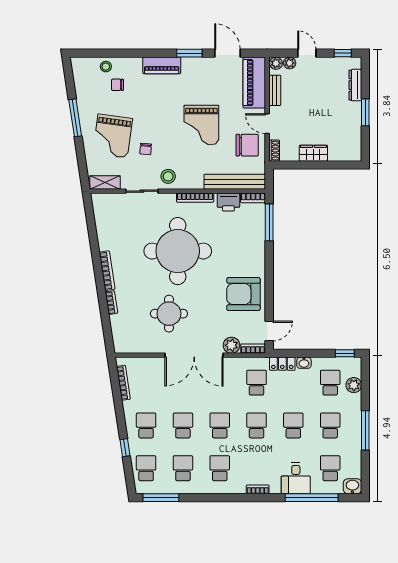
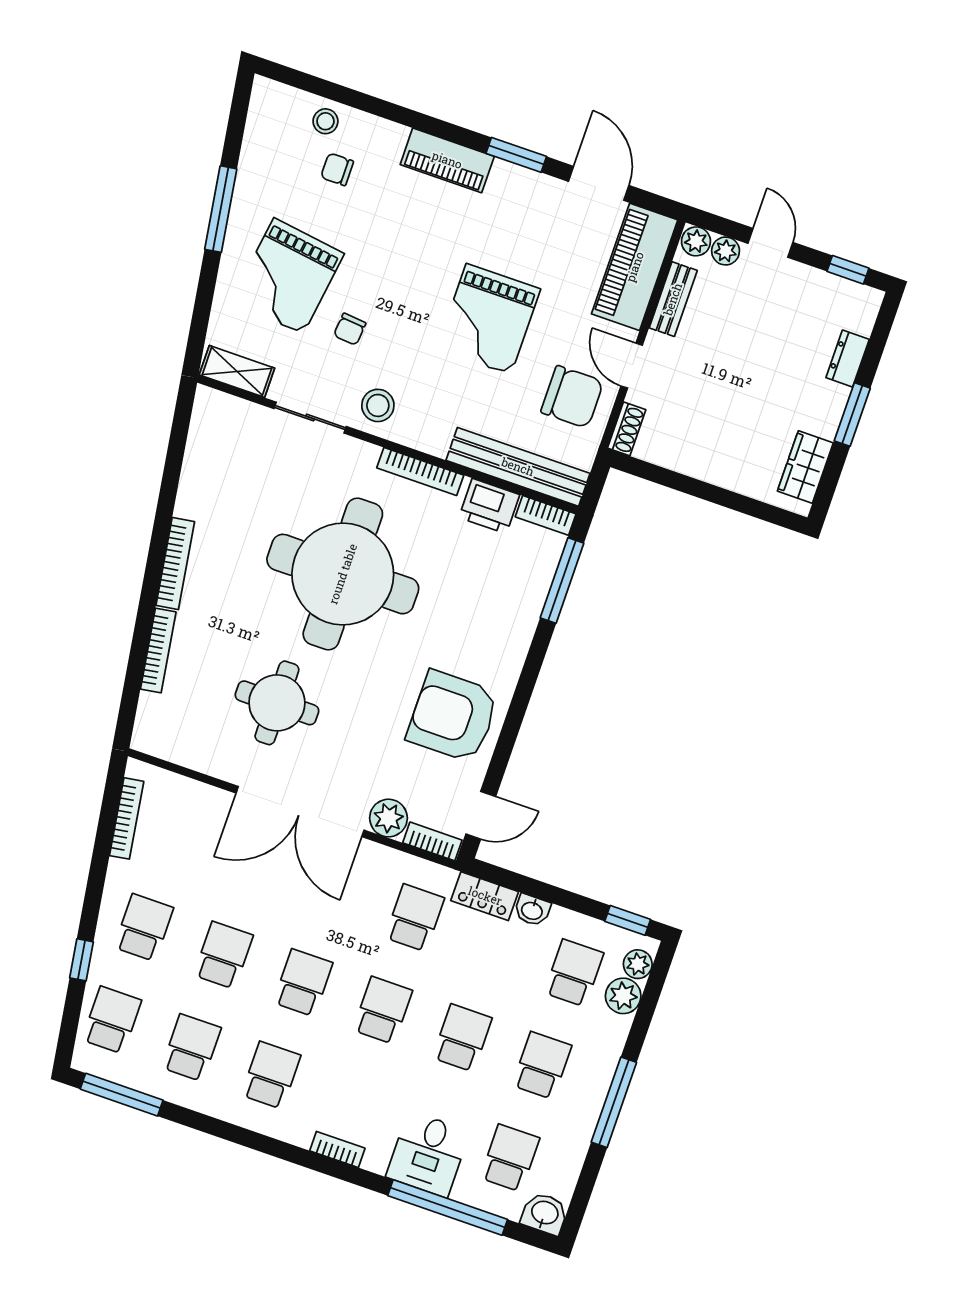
dresser: (355, 85) -> (848, 359), width x0.70
wardrobe: (313, 153) -> (805, 467), moved, turned -90
bookcase: (111, 303) -> (158, 651), width x1.56
plant: (355, 370) -> (638, 964), added

